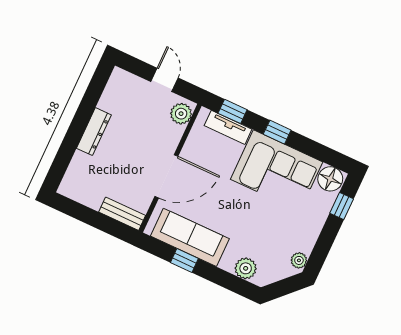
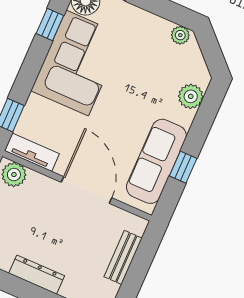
tv unit: (228, 127) -> (32, 152), moved, turned -90
window: (277, 132) -> (50, 25), moved
bench: (122, 214) -> (123, 257), moved

